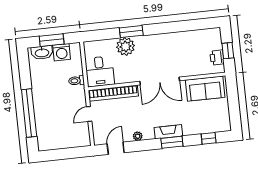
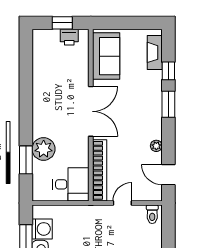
window: (131, 32) -> (26, 160), moved
toilet: (76, 81) -> (152, 214), moved
door: (89, 114) -> (122, 203), swing flipped
fireplace: (168, 132) -> (155, 52), moved
window: (209, 138) -> (168, 71), moved

